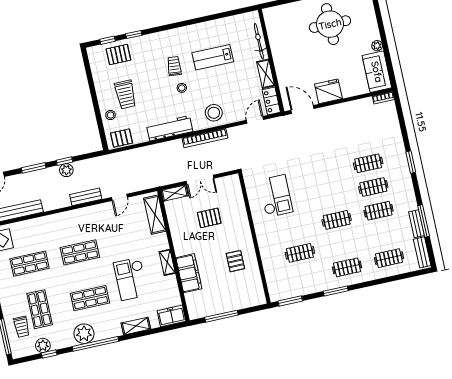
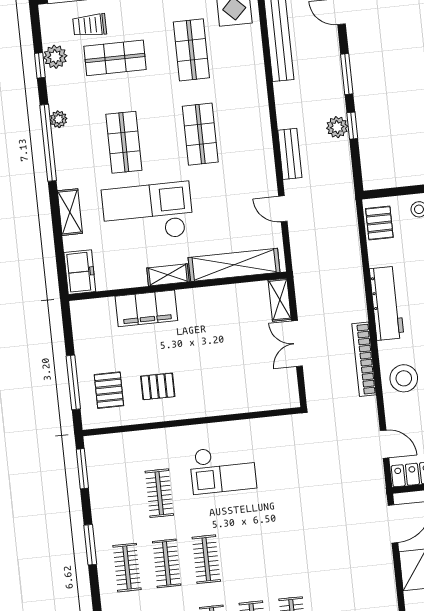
checkout: (276, 196) -> (223, 469), moved
shelving: (155, 215) -> (234, 265), width x1.47
pallet: (209, 218) -> (109, 390), moved
clothes rail: (342, 244) -> (167, 563), added
checkout: (131, 279) -> (148, 213), width x1.36, depth x1.21
window: (221, 316) -> (73, 382), moved
plant: (84, 334) -> (59, 119), width x0.53, depth x0.53

